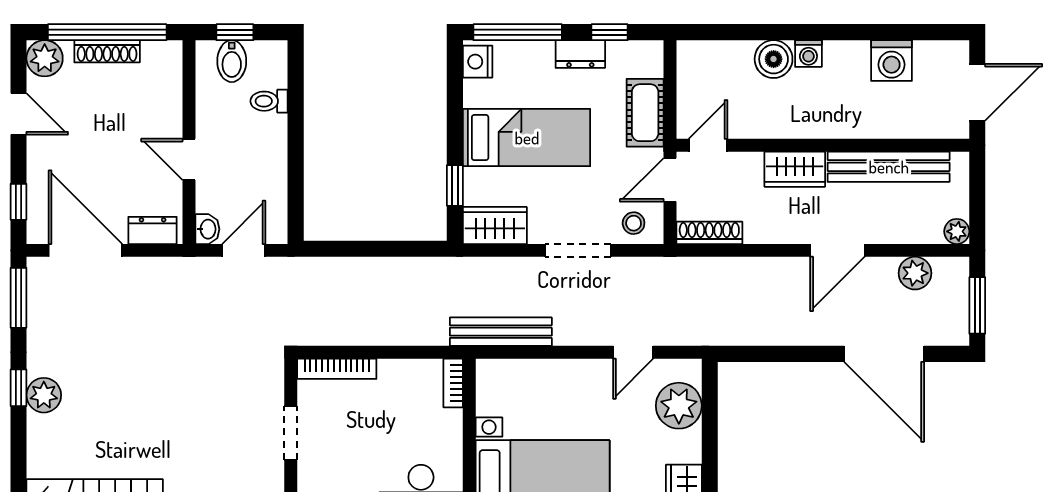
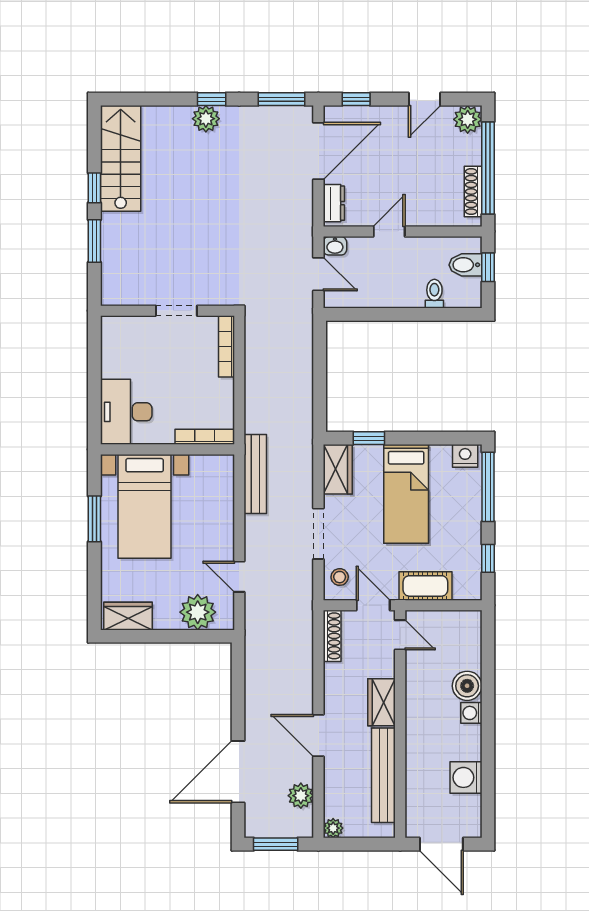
shoe rack: (107, 51) -> (473, 192), moved
dresser: (580, 54) -> (471, 536), removed
bookcase: (453, 383) -> (205, 437), width x1.56

